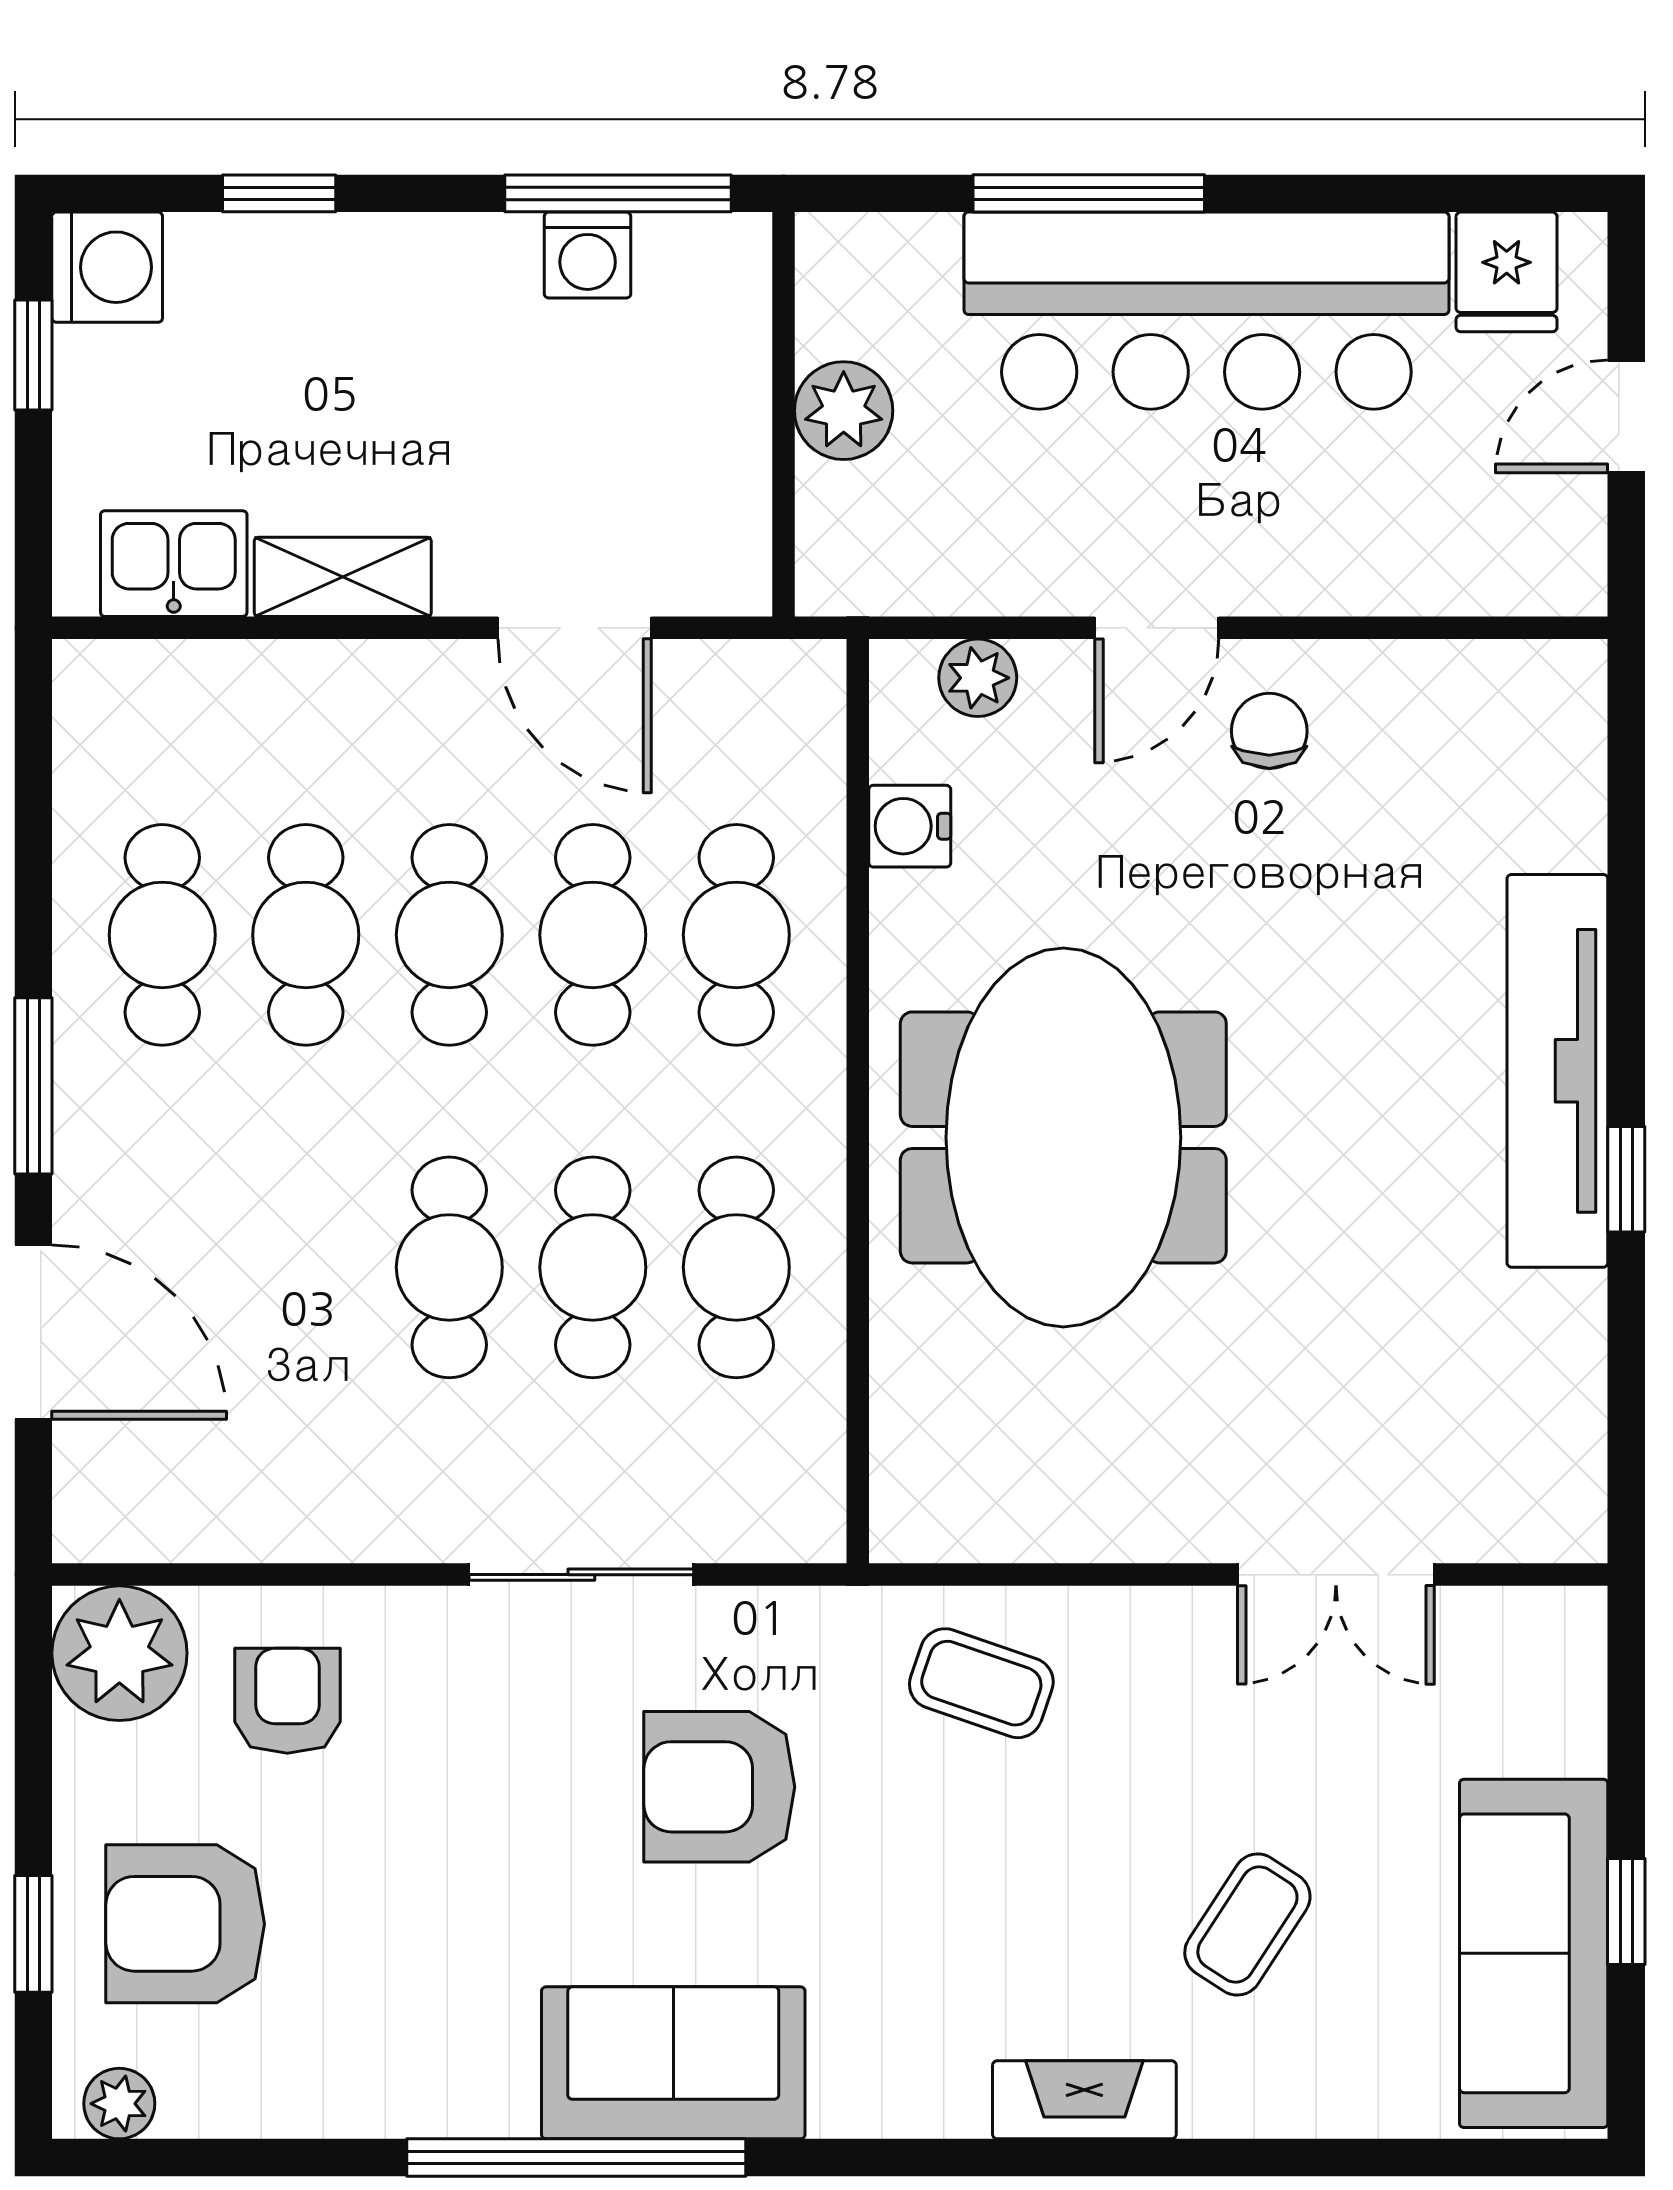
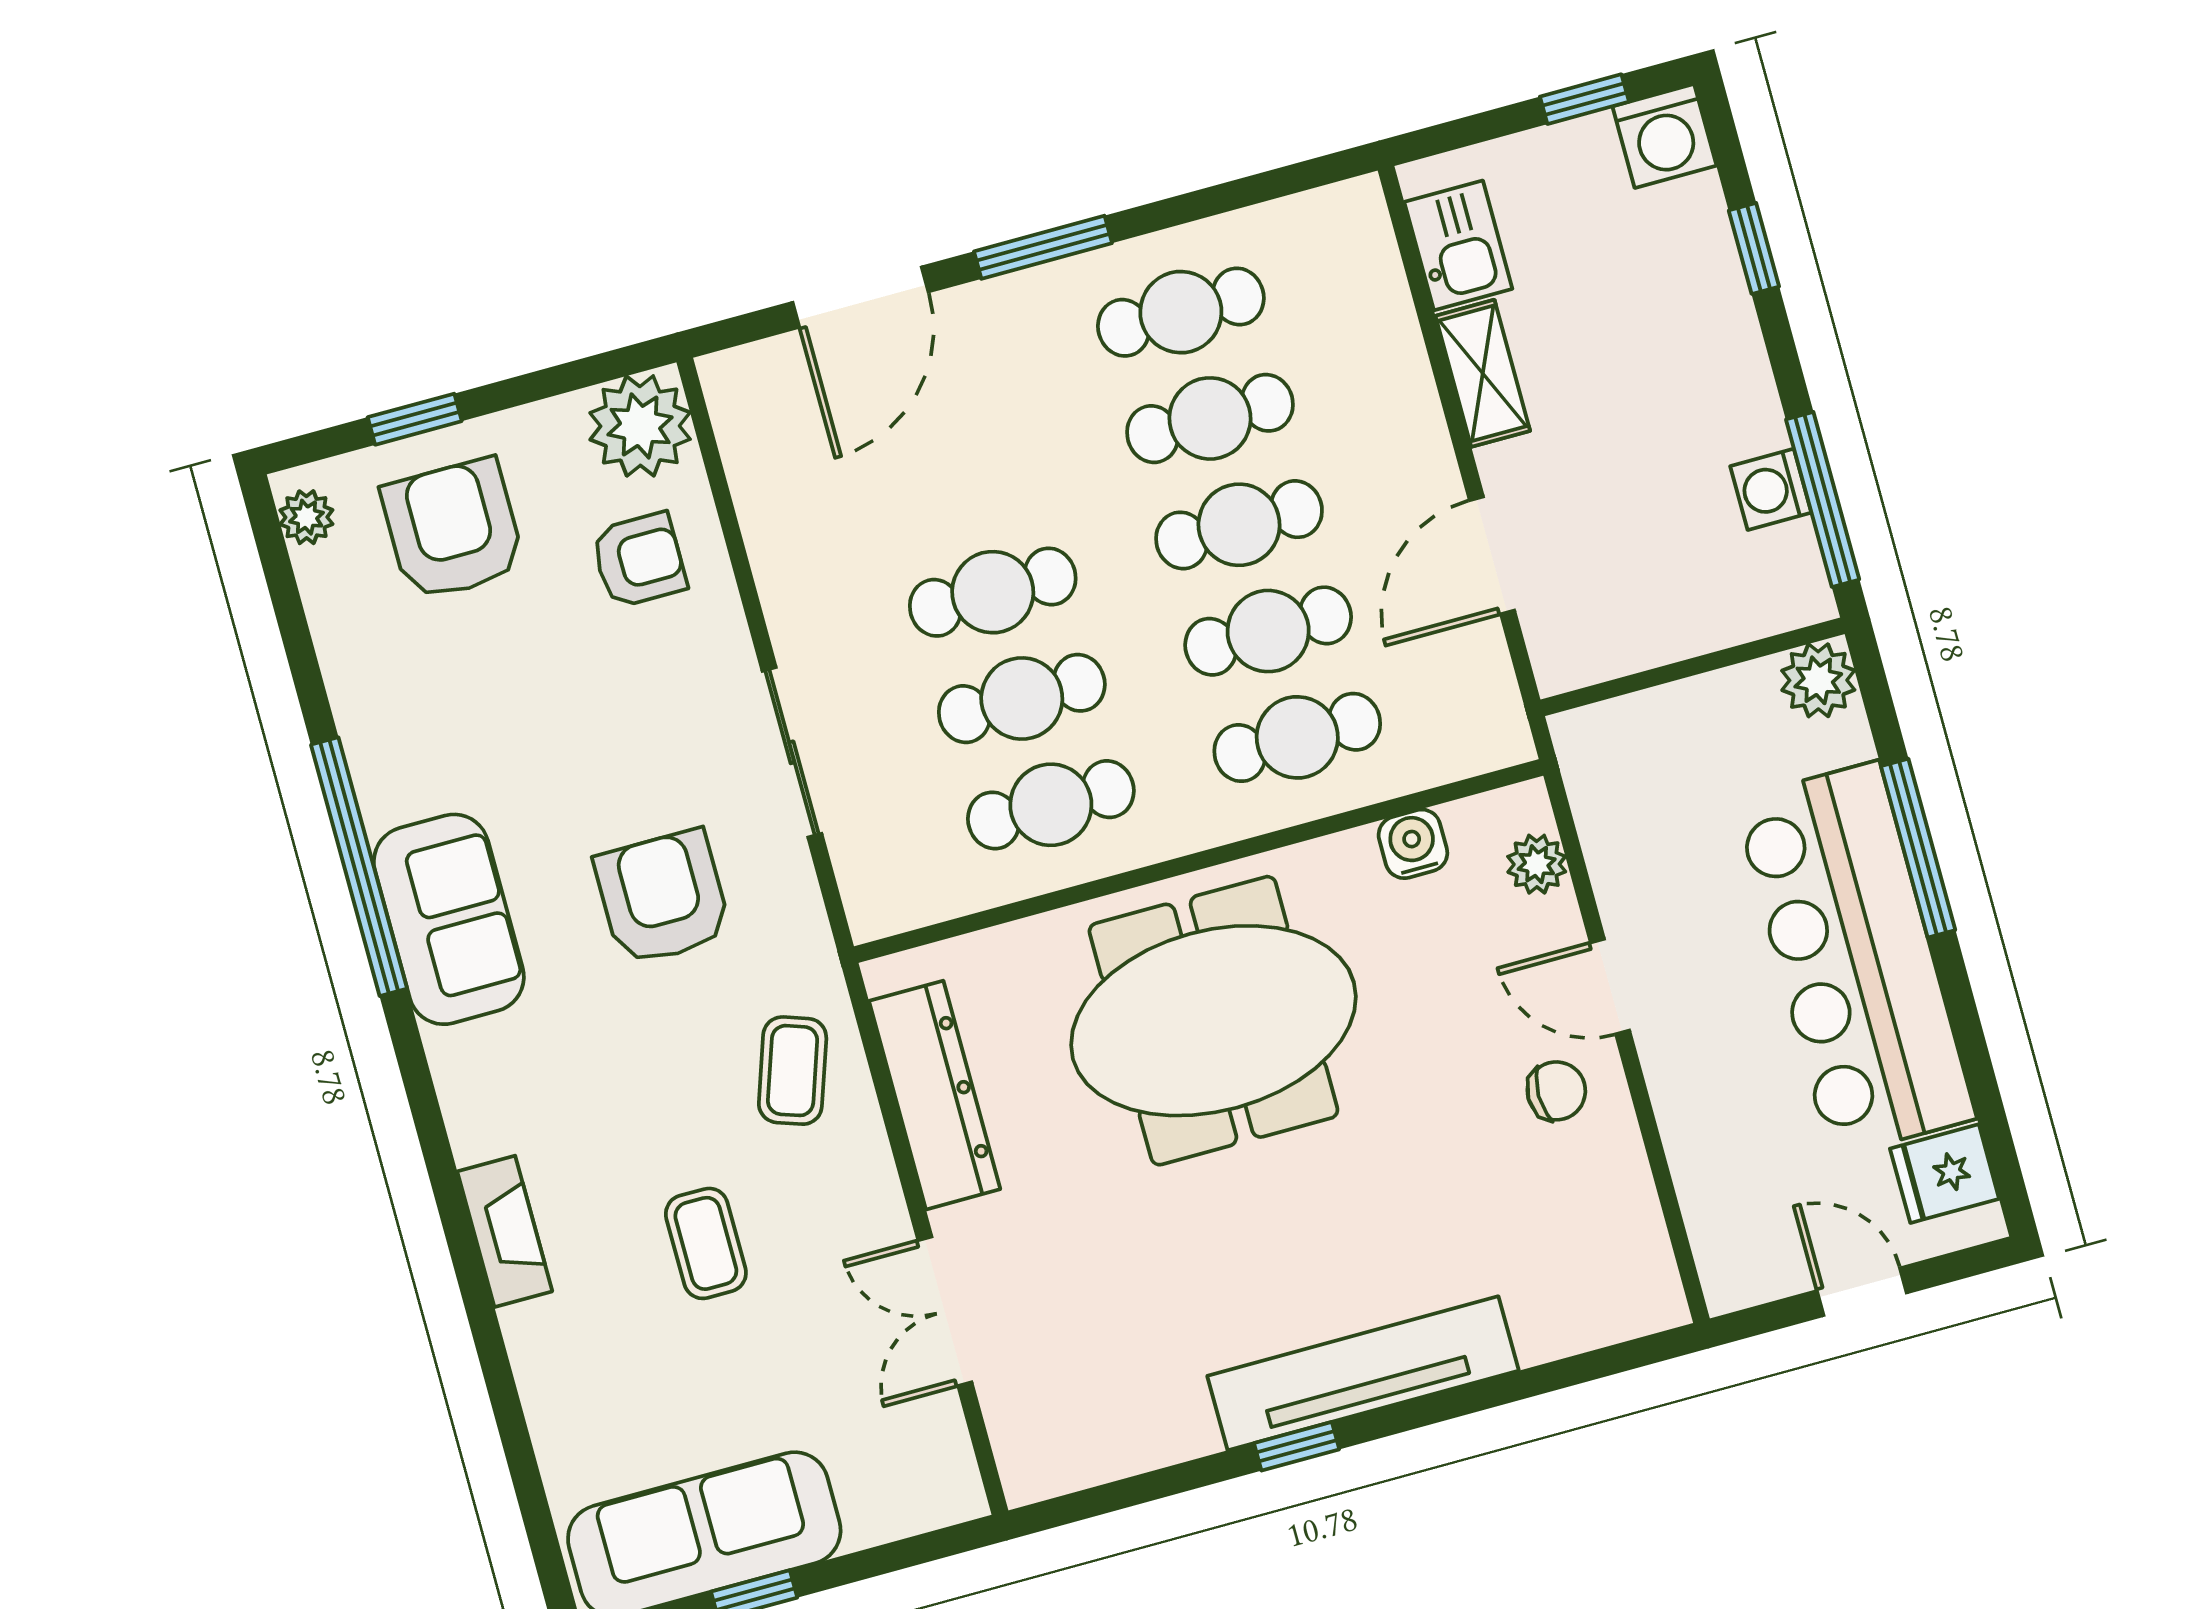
plant: (844, 411) -> (1818, 680), moved
dresser: (1061, 1513) -> (935, 1095), added
coffee table: (1247, 1925) -> (706, 1243), moved, turned 57

